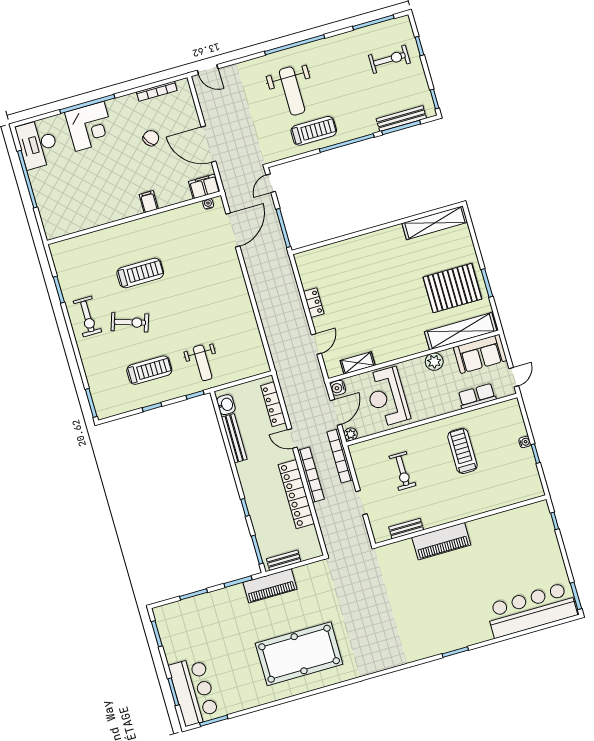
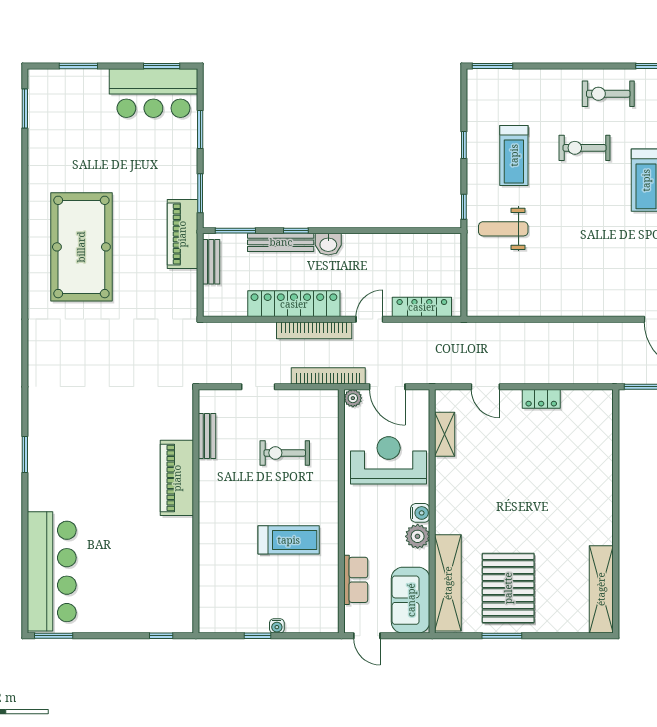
exercise bike: (130, 322) -> (585, 148), turned 72
water cooler: (338, 388) -> (420, 513), moved, turned 90
washbasin: (226, 405) -> (328, 244), moved
bench: (234, 438) -> (281, 242), moved
bar counter: (194, 691) -> (153, 93), moved

